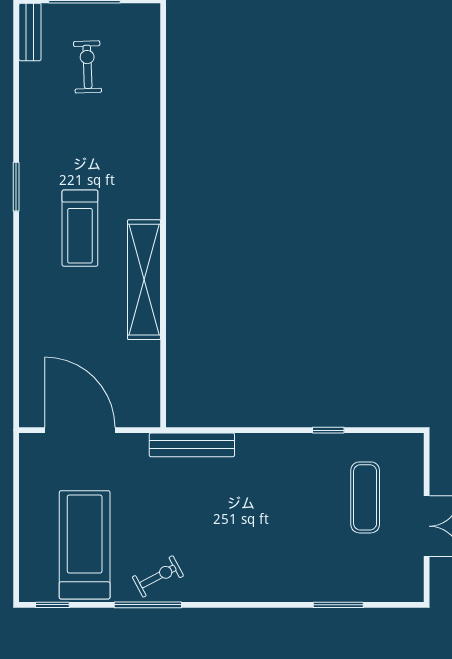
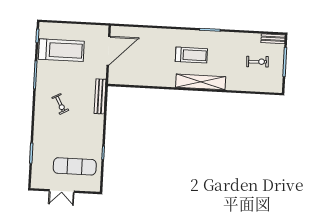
treadmill: (80, 228) -> (191, 55), turned 180
shelving: (144, 280) -> (201, 82), moved
exercise mat: (365, 497) -> (75, 166), width x1.36, depth x1.45
exercise bike: (158, 576) -> (60, 104), moved

